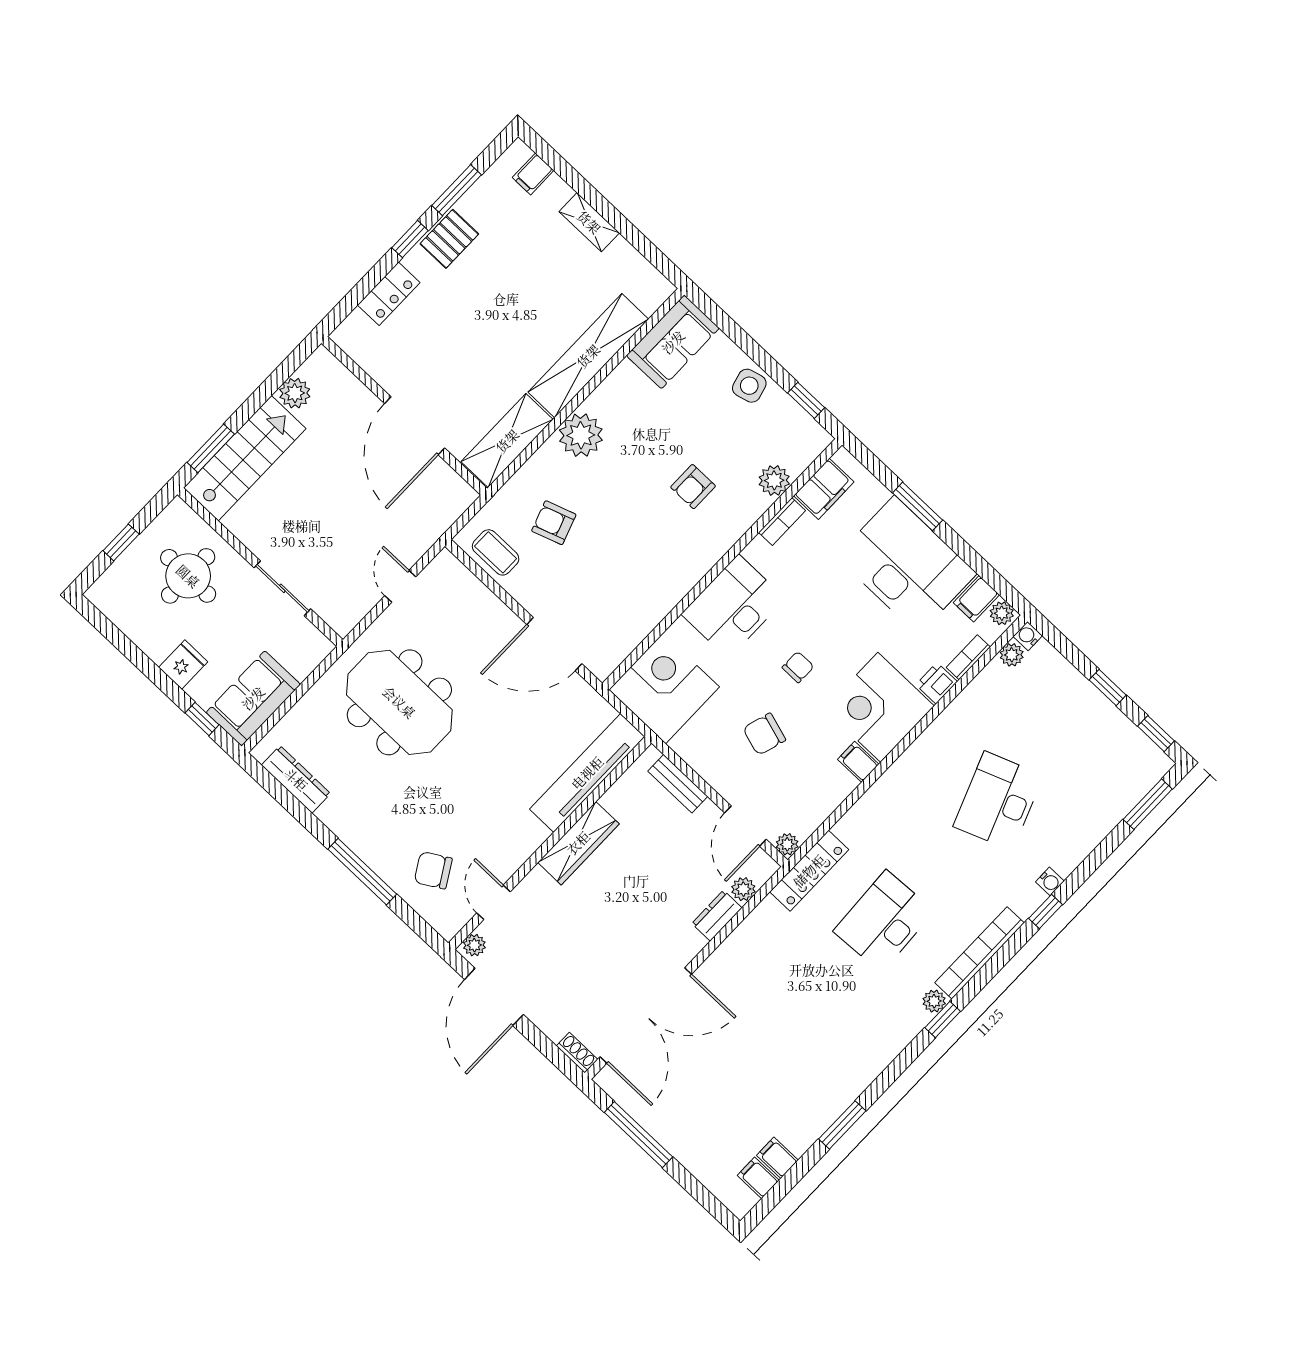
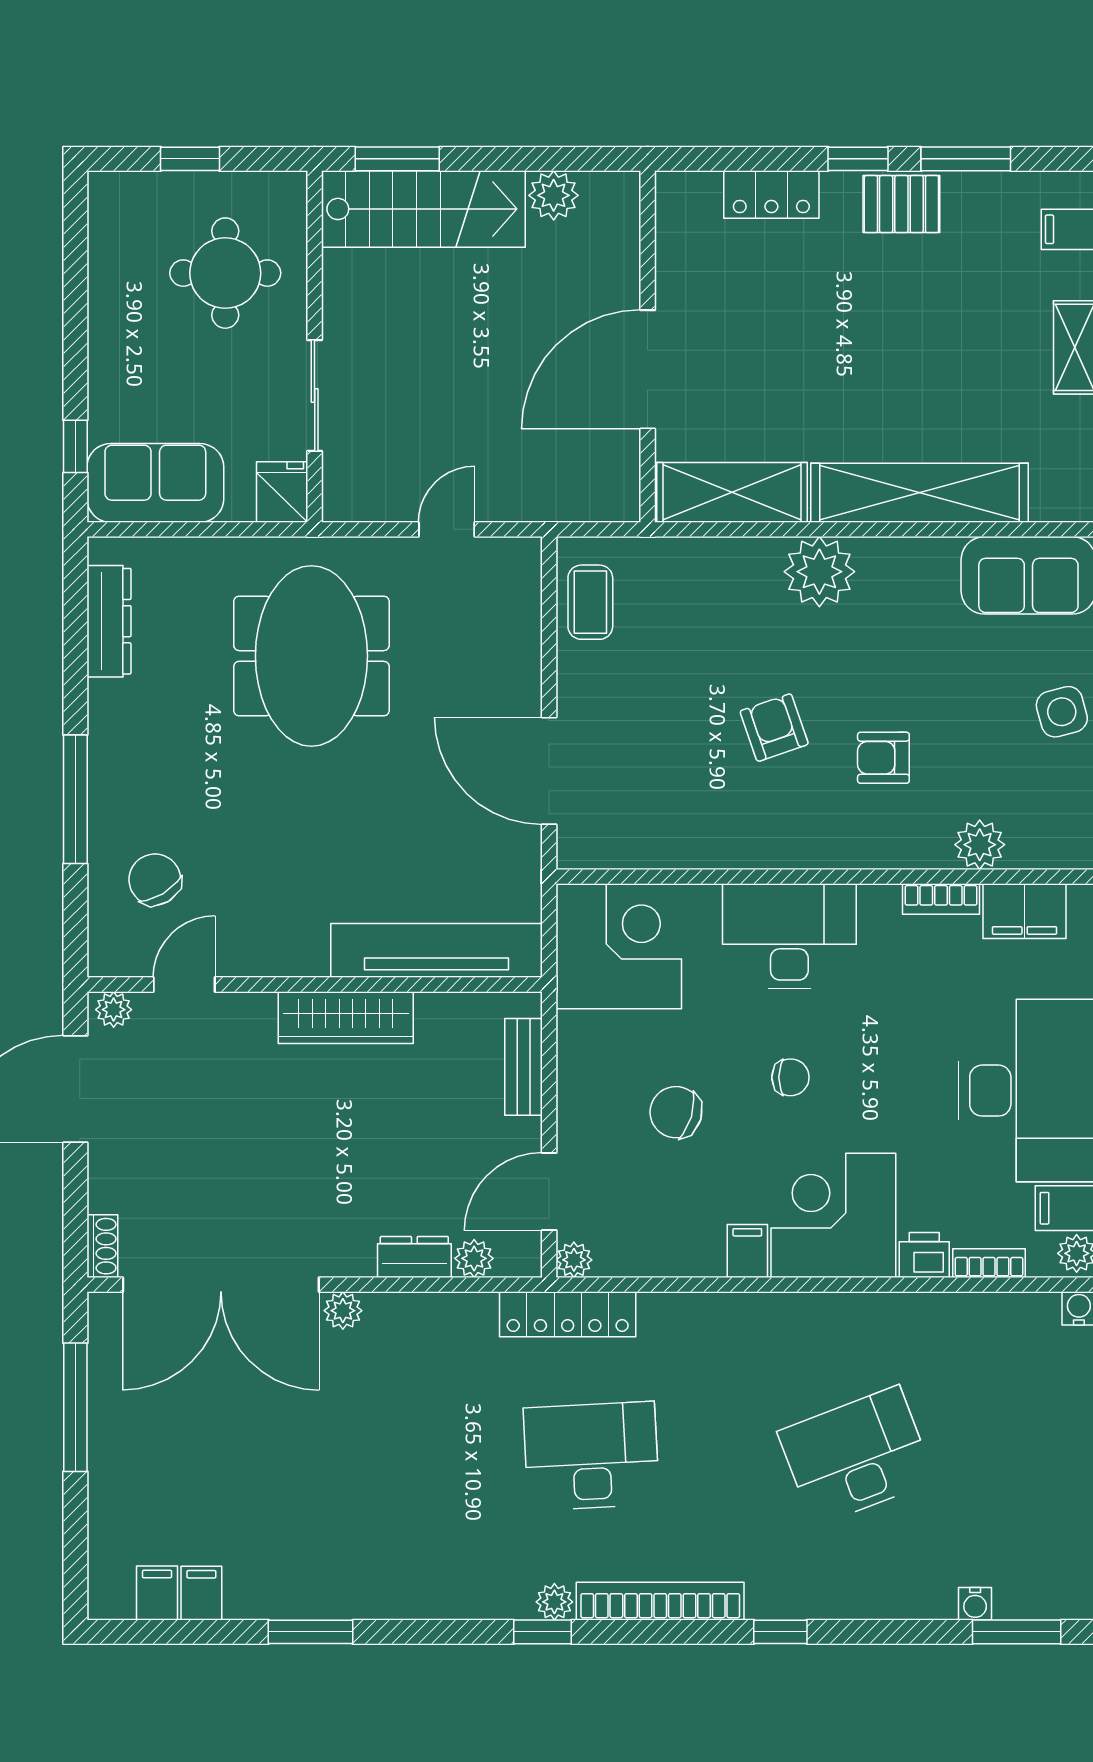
armchair: (554, 523) -> (774, 728), moved
plant: (1012, 655) -> (343, 1311), moved
fridge: (183, 665) -> (282, 492), moved, turned -90
water cooler: (1050, 881) -> (975, 1604), moved

